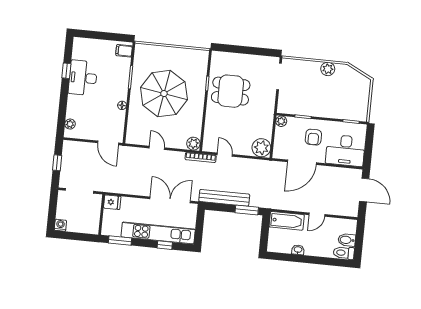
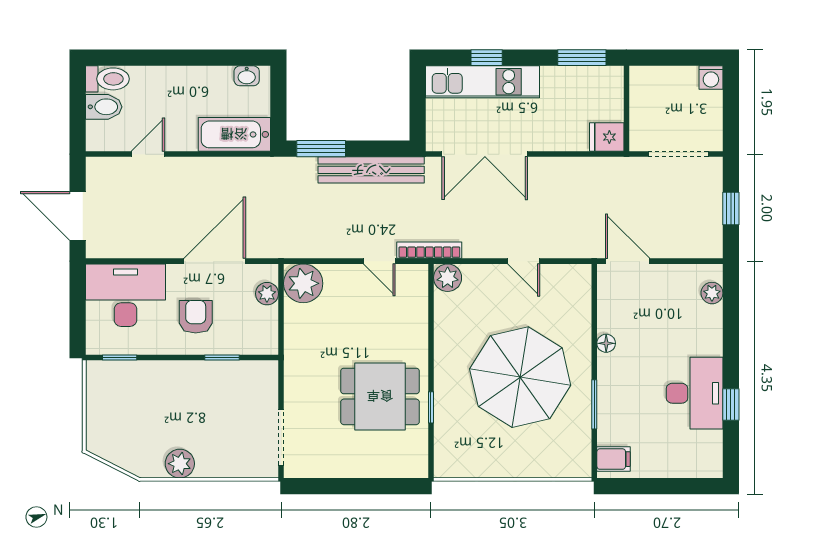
plant: (281, 121) -> (267, 294), moved
door: (317, 215) -> (148, 154), moved
kitchen unit: (158, 233) -> (483, 82), width x0.73
washbasin: (298, 250) -> (247, 76), moved

